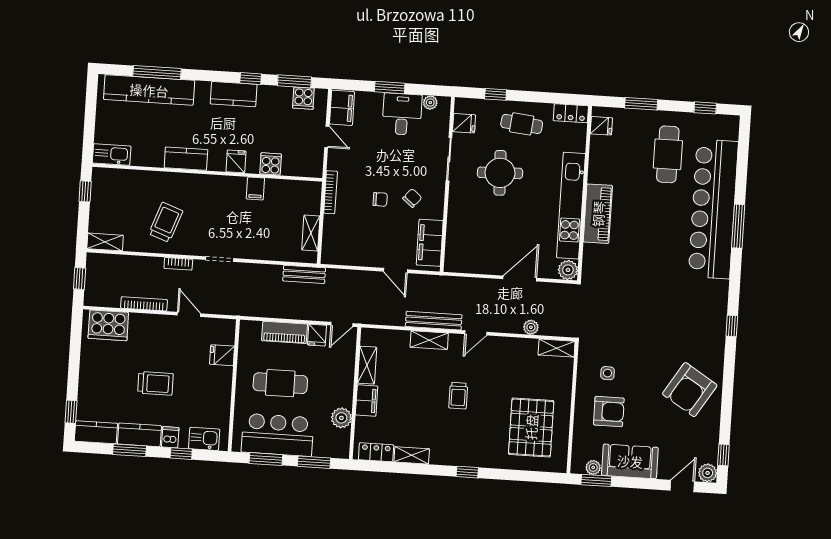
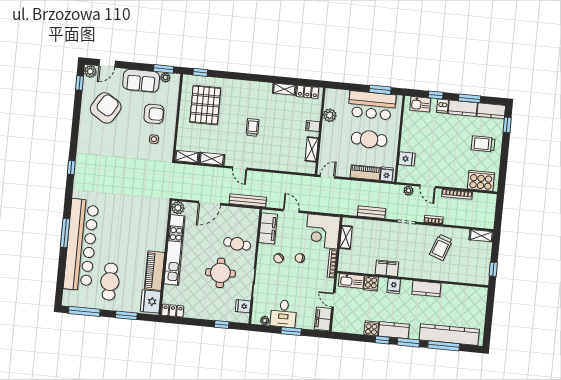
window: (294, 81) -> (408, 343), moved
cooker: (303, 98) -> (371, 328), moved
window: (705, 108) -> (84, 311), width x2.17
cafe table: (522, 124) -> (237, 244), moved
fridge: (601, 126) -> (151, 301), width x1.88, depth x1.34
kitchen sink: (112, 155) -> (351, 281), moved
filing cabinet: (255, 188) -> (387, 268), width x2.00
piano: (598, 214) -> (154, 271), moved
corner desk: (347, 241) -> (323, 231), added
bench: (304, 274) -> (372, 212), moved
window: (80, 278) -> (499, 212), removed
bench: (434, 321) -> (248, 200), moved
plant: (531, 327) -> (408, 191), moved
door: (476, 333) -> (240, 168), swing flipped
fridge: (317, 335) -> (387, 174), moved
shelving: (429, 340) -> (212, 159), moved
trolley: (155, 383) -> (483, 144), moved
armchair: (690, 390) -> (106, 108), moved
filing cabinet: (367, 401) -> (313, 126), width x0.50
armchair: (609, 411) -> (154, 114), turned 180
window: (314, 462) -> (349, 87), removed
window: (467, 472) -> (200, 72), moved

